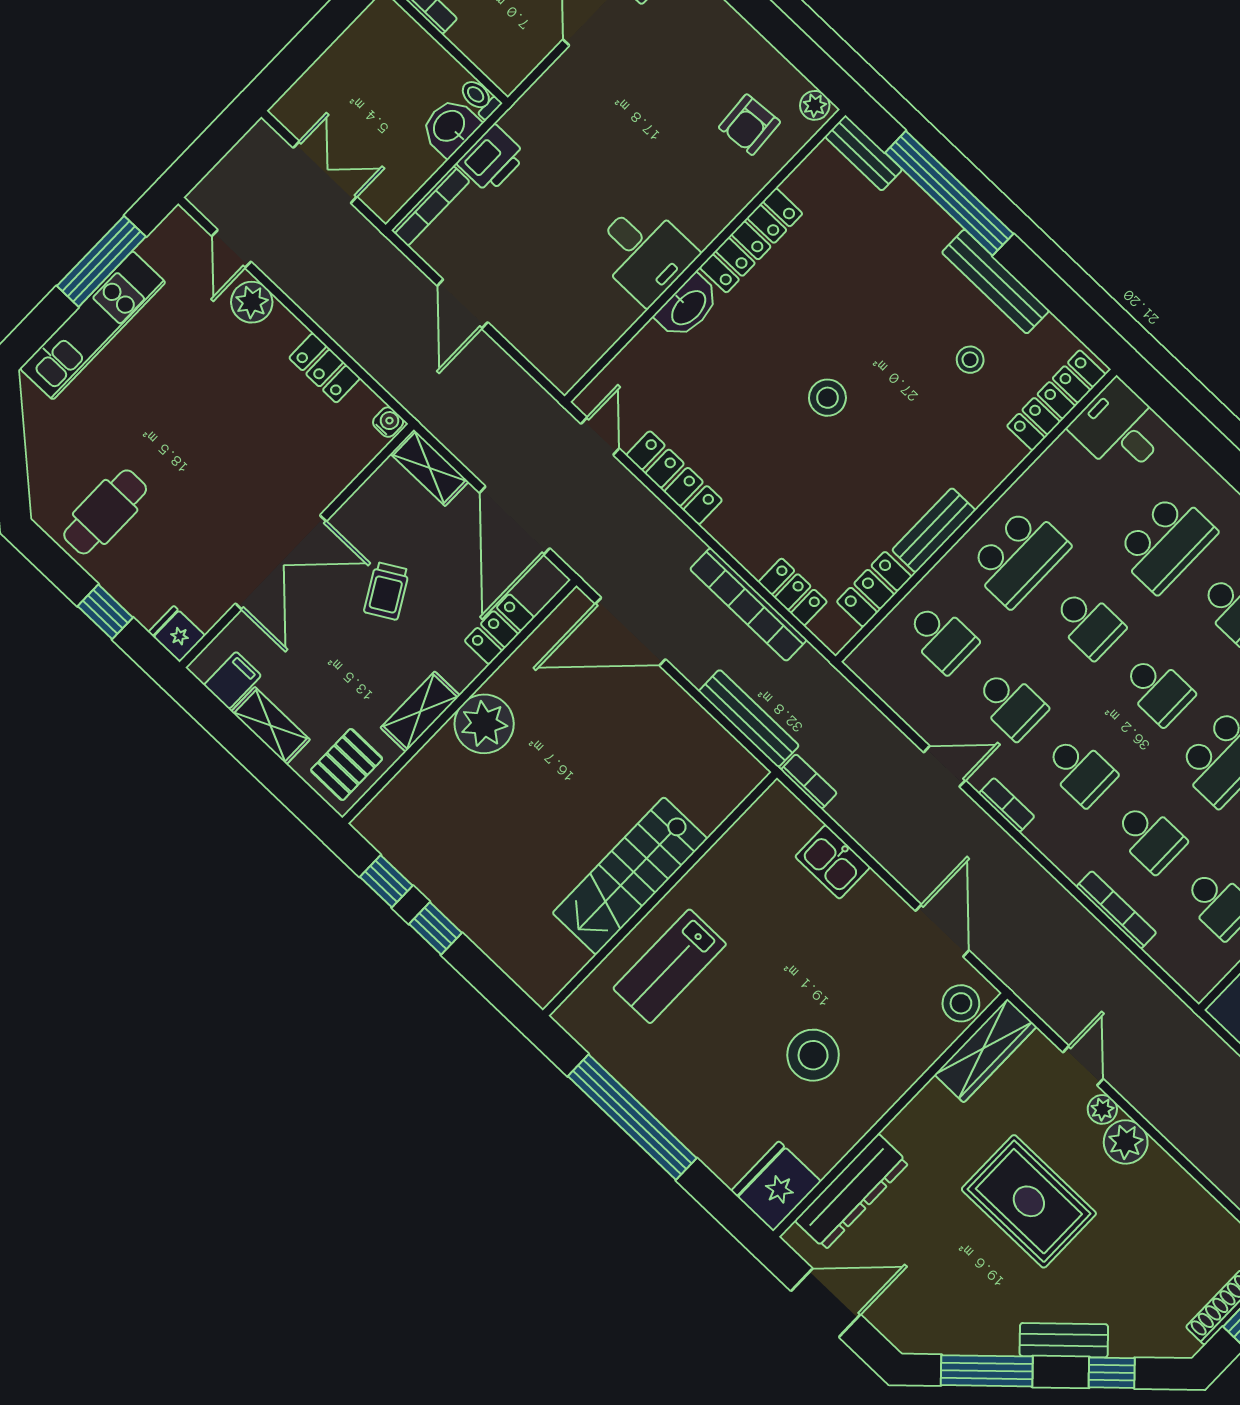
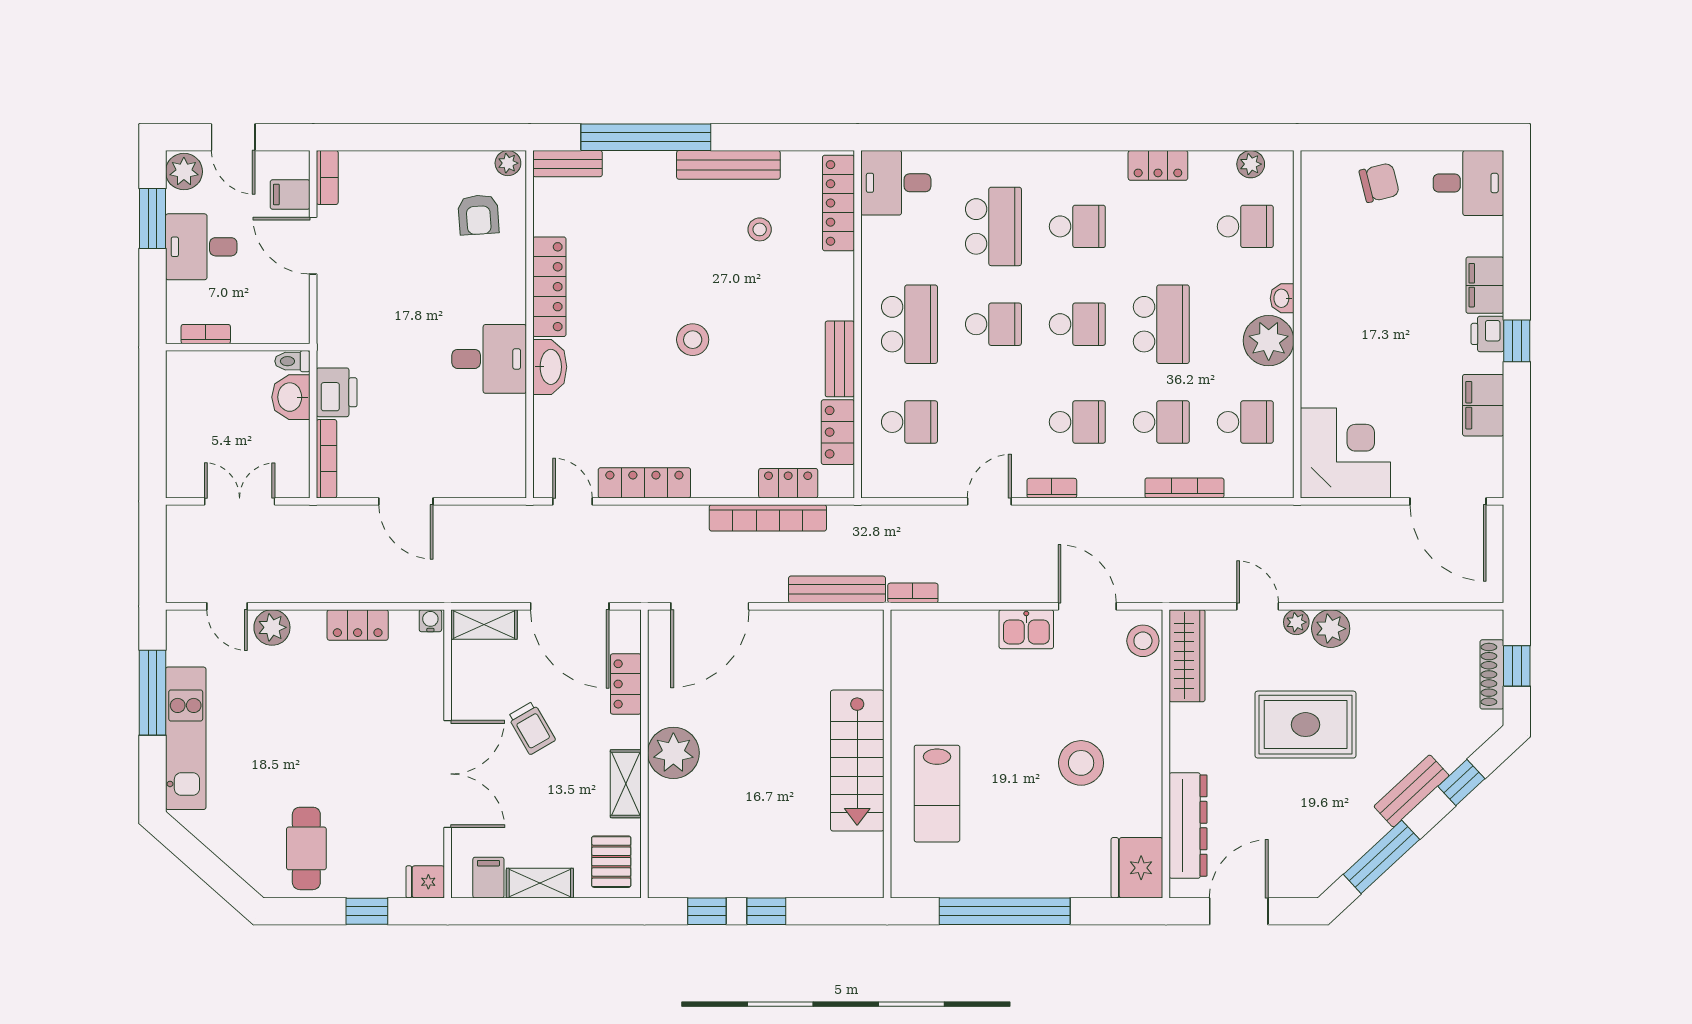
school desk: (1011, 704) -> (993, 422), removed
kitchen sink: (833, 862) -> (1026, 629), moved

